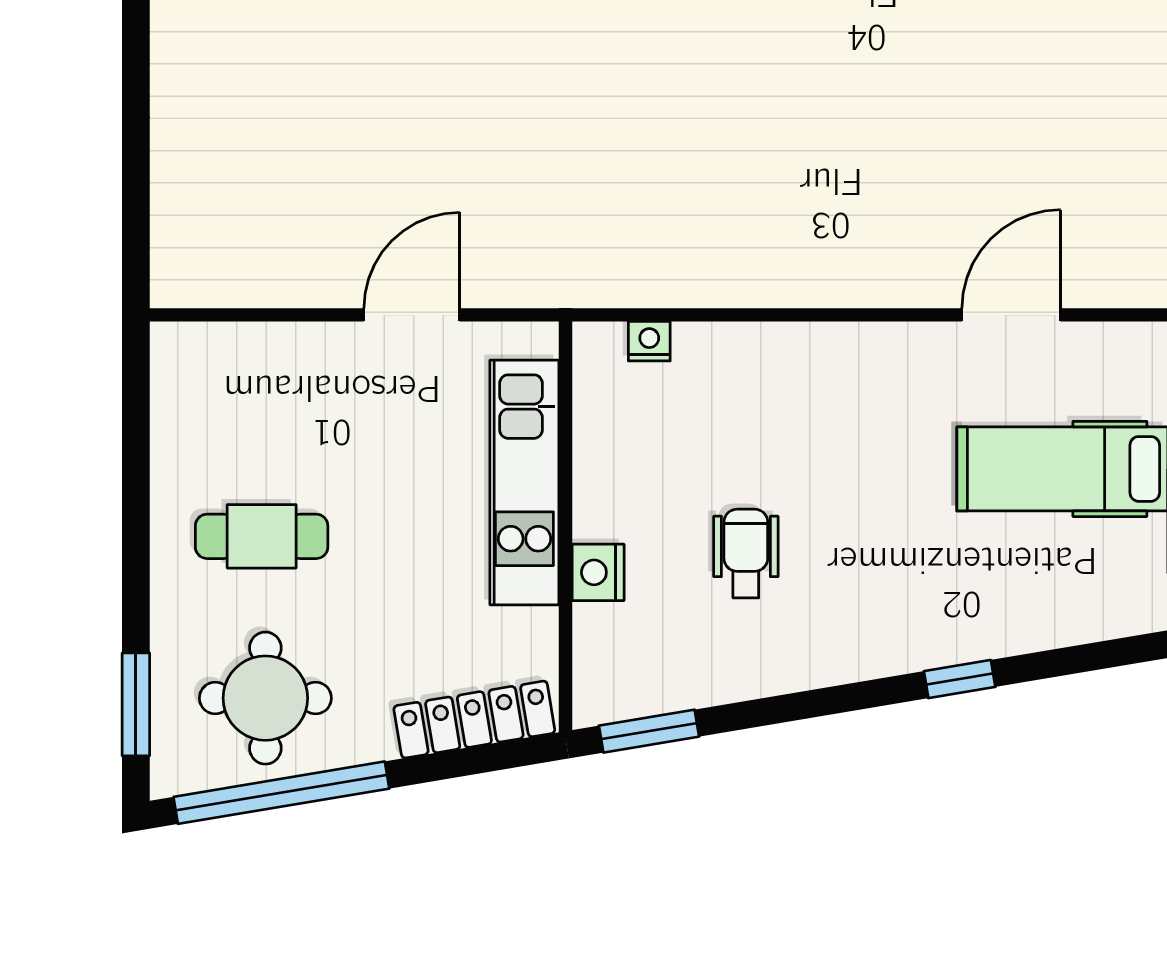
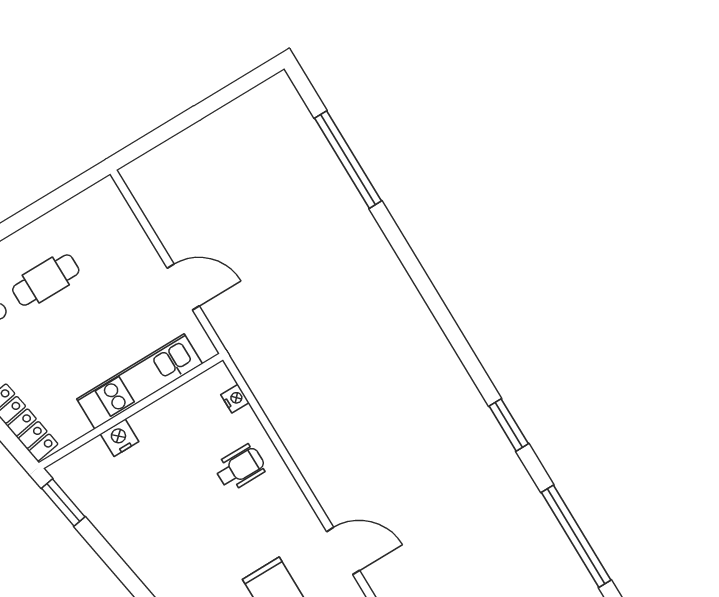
cafe table: (262, 536) -> (46, 280), turned 90
wheelchair: (746, 554) -> (240, 467), moved

